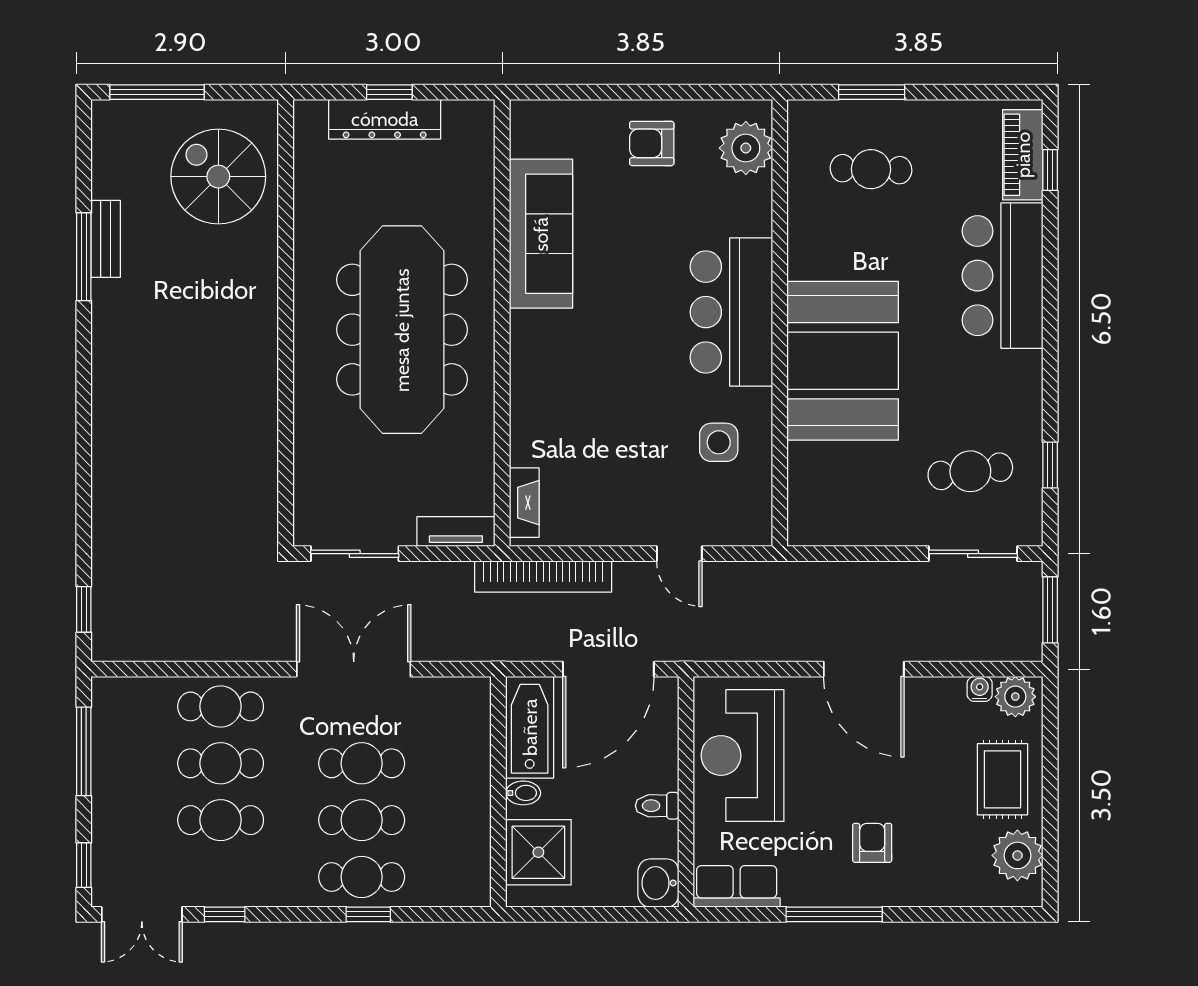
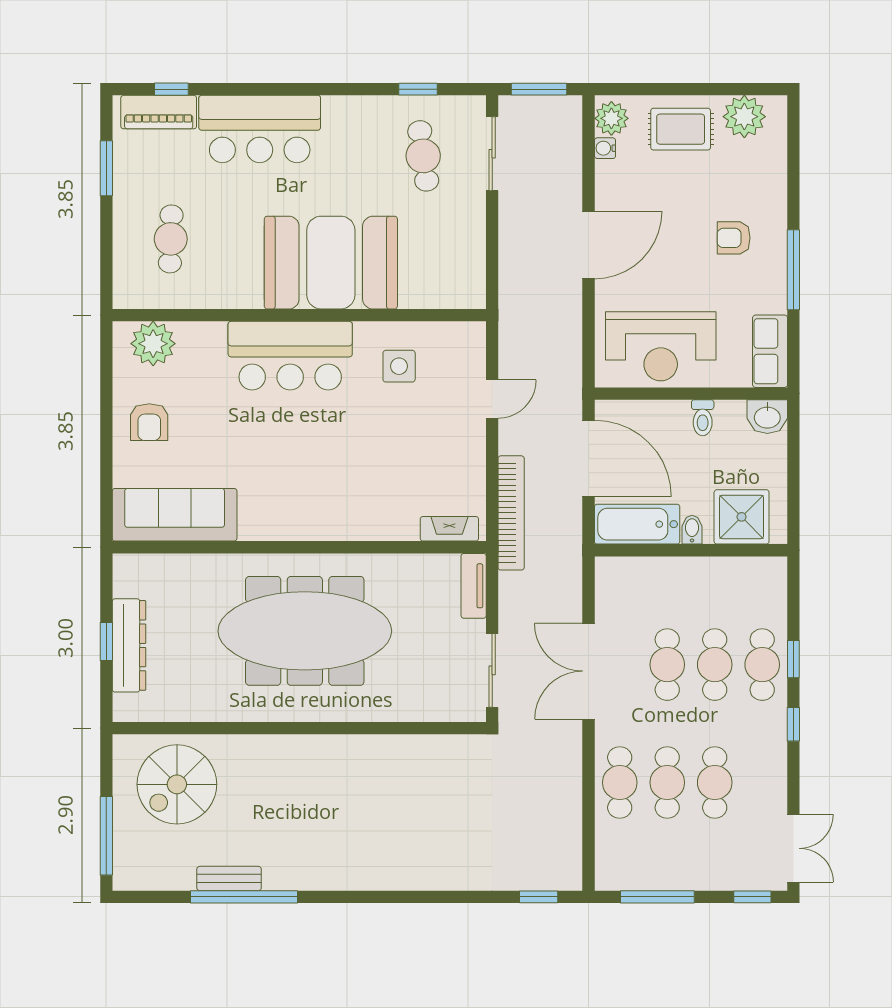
window: (872, 92) -> (106, 168), moved
sofa: (541, 234) -> (175, 515), moved
window: (84, 257) -> (244, 897), width x1.46
window: (225, 914) -> (793, 724), moved

